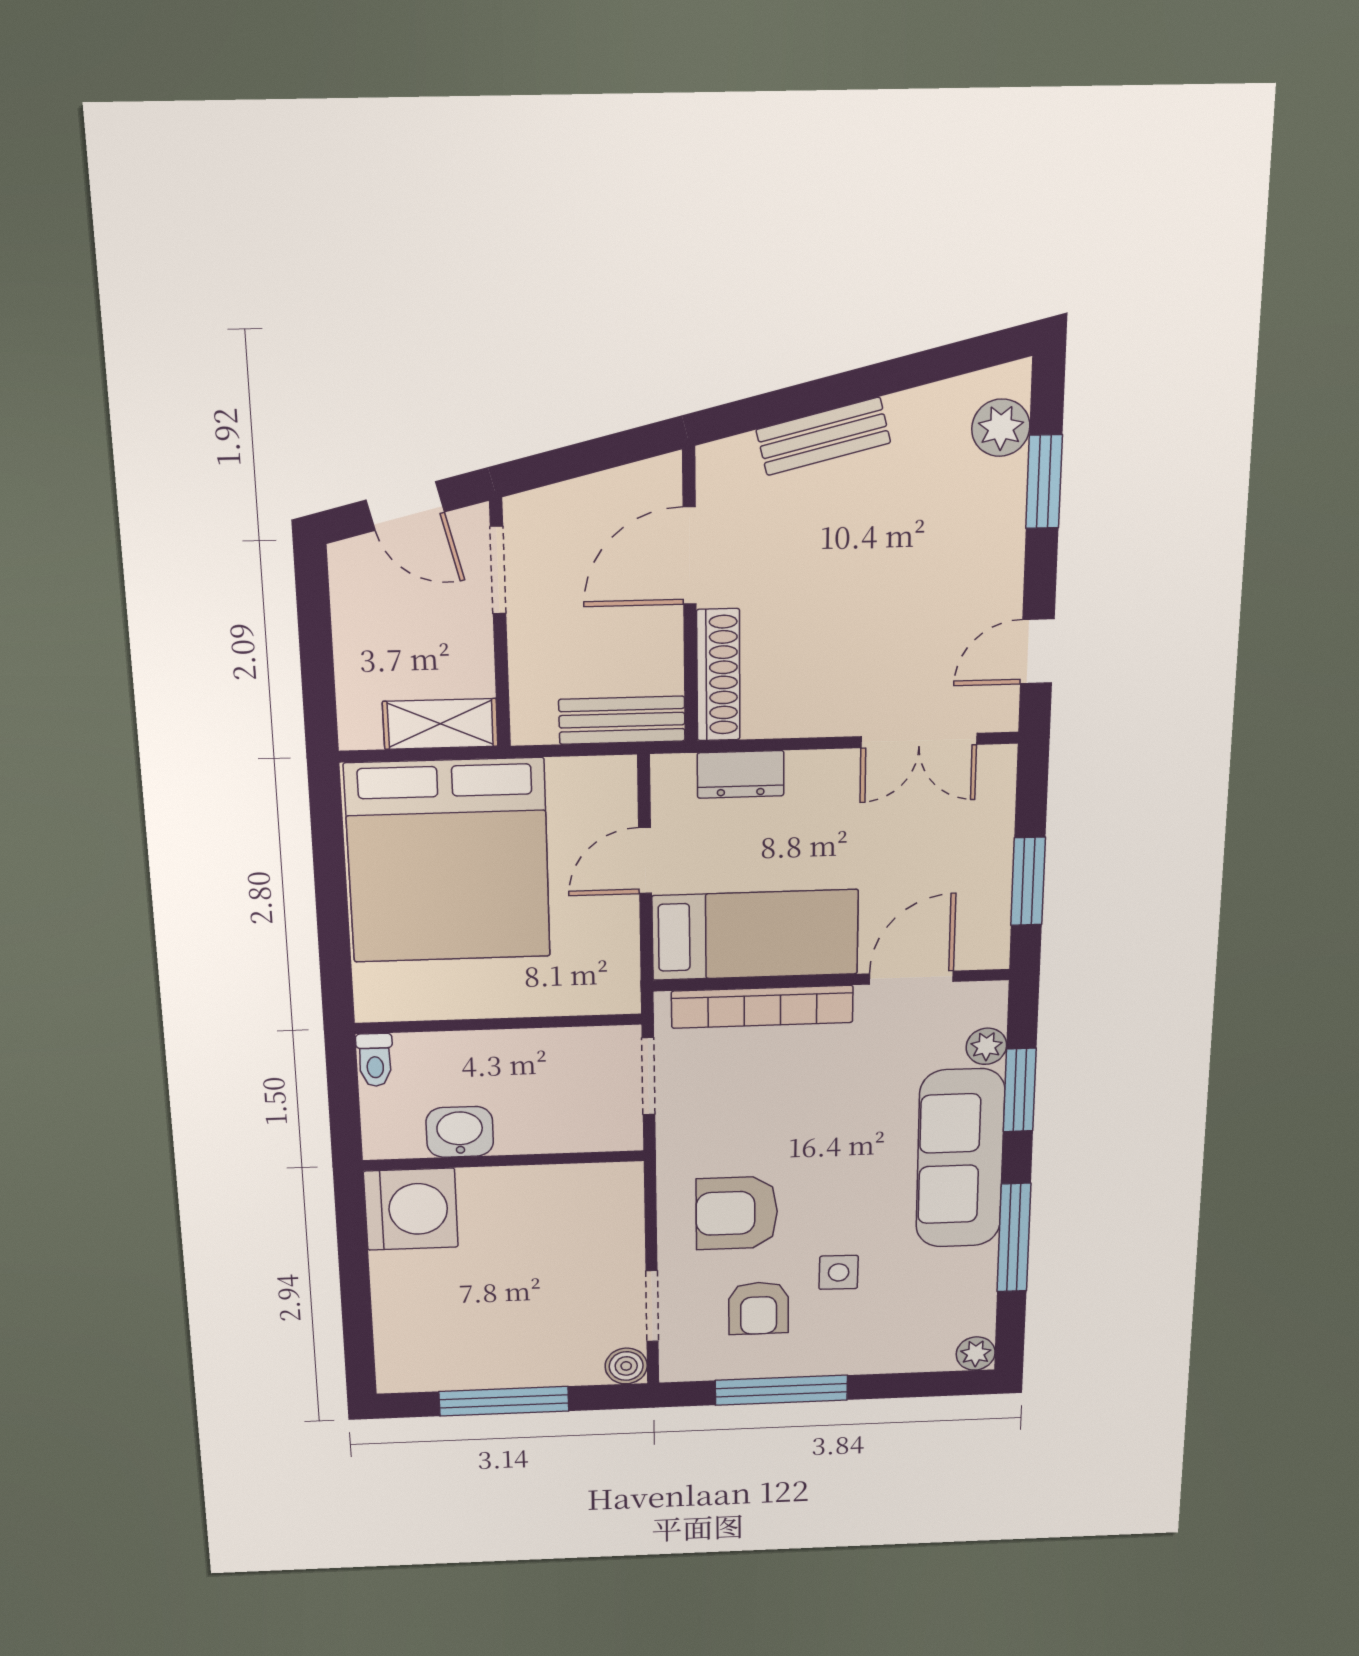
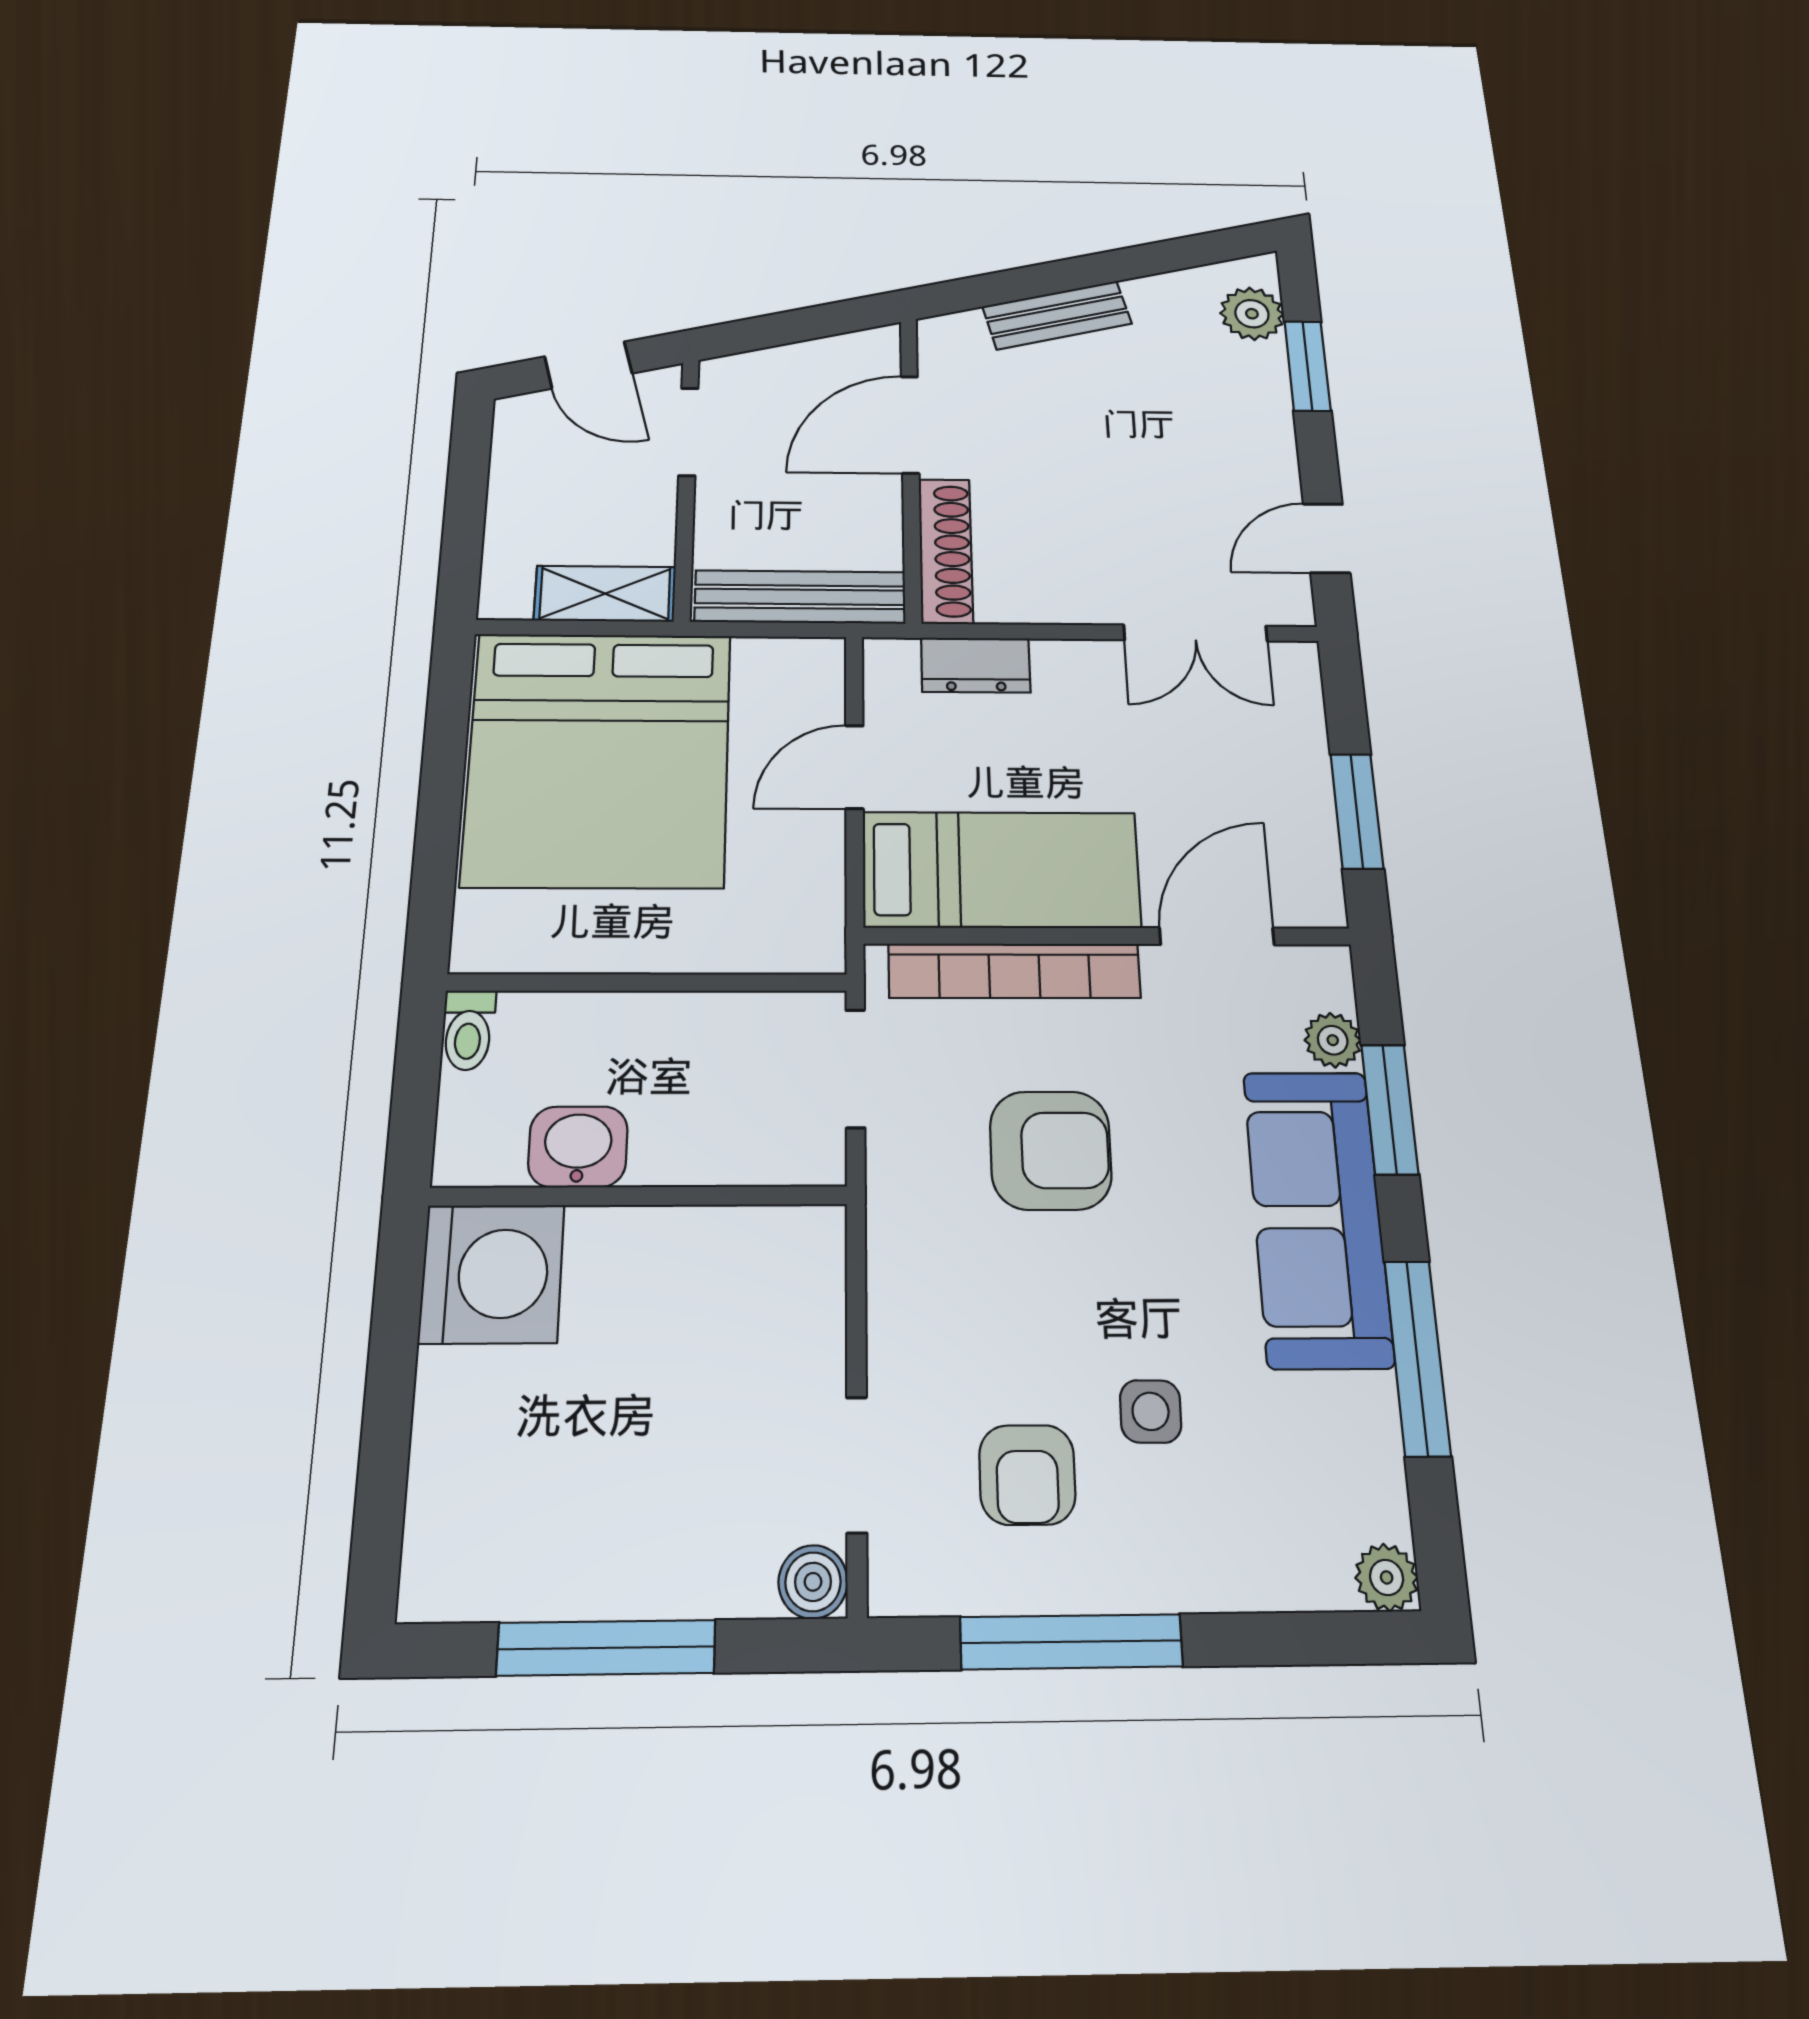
bench: (622, 720) -> (800, 597), width x1.36
armchair: (737, 1213) -> (1051, 1150), moved, turned 180

